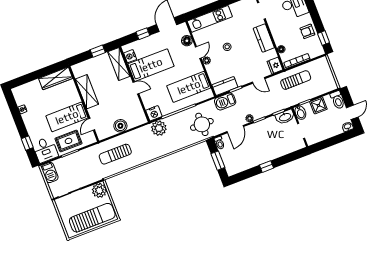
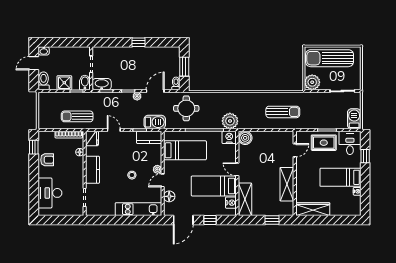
window: (98, 51) -> (272, 220), moved
bed: (67, 117) -> (340, 177), moved, turned 180
boiler: (120, 126) -> (245, 138), moved

